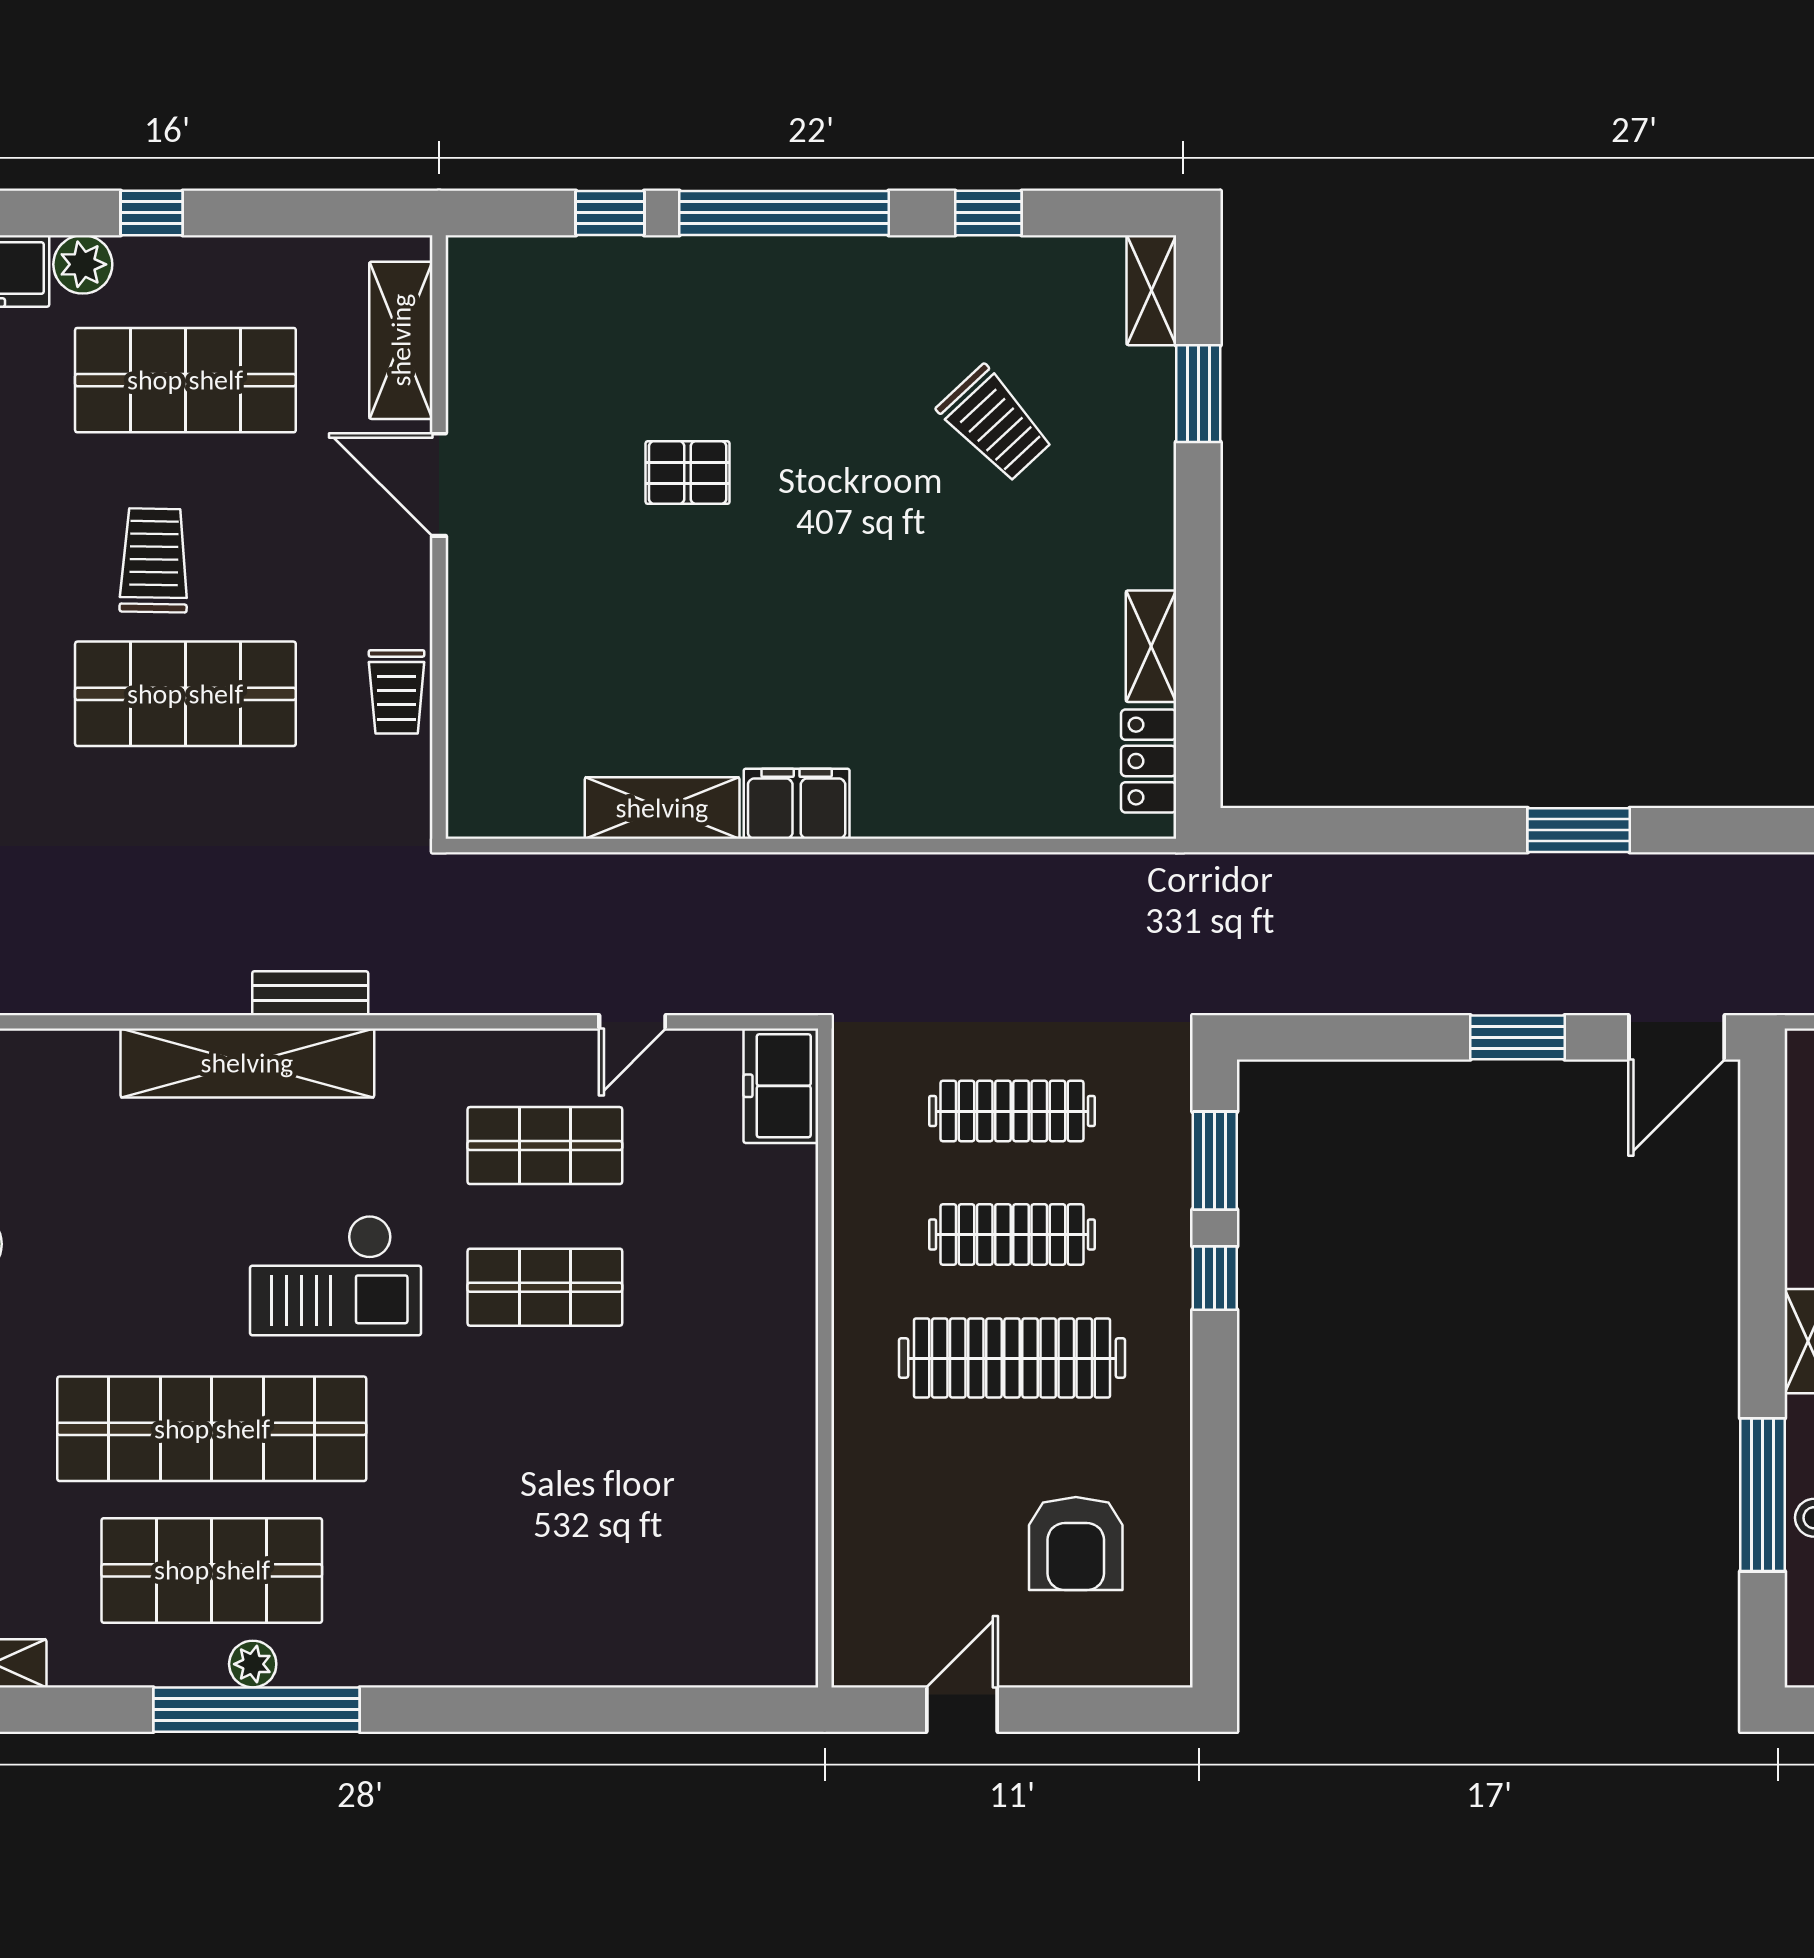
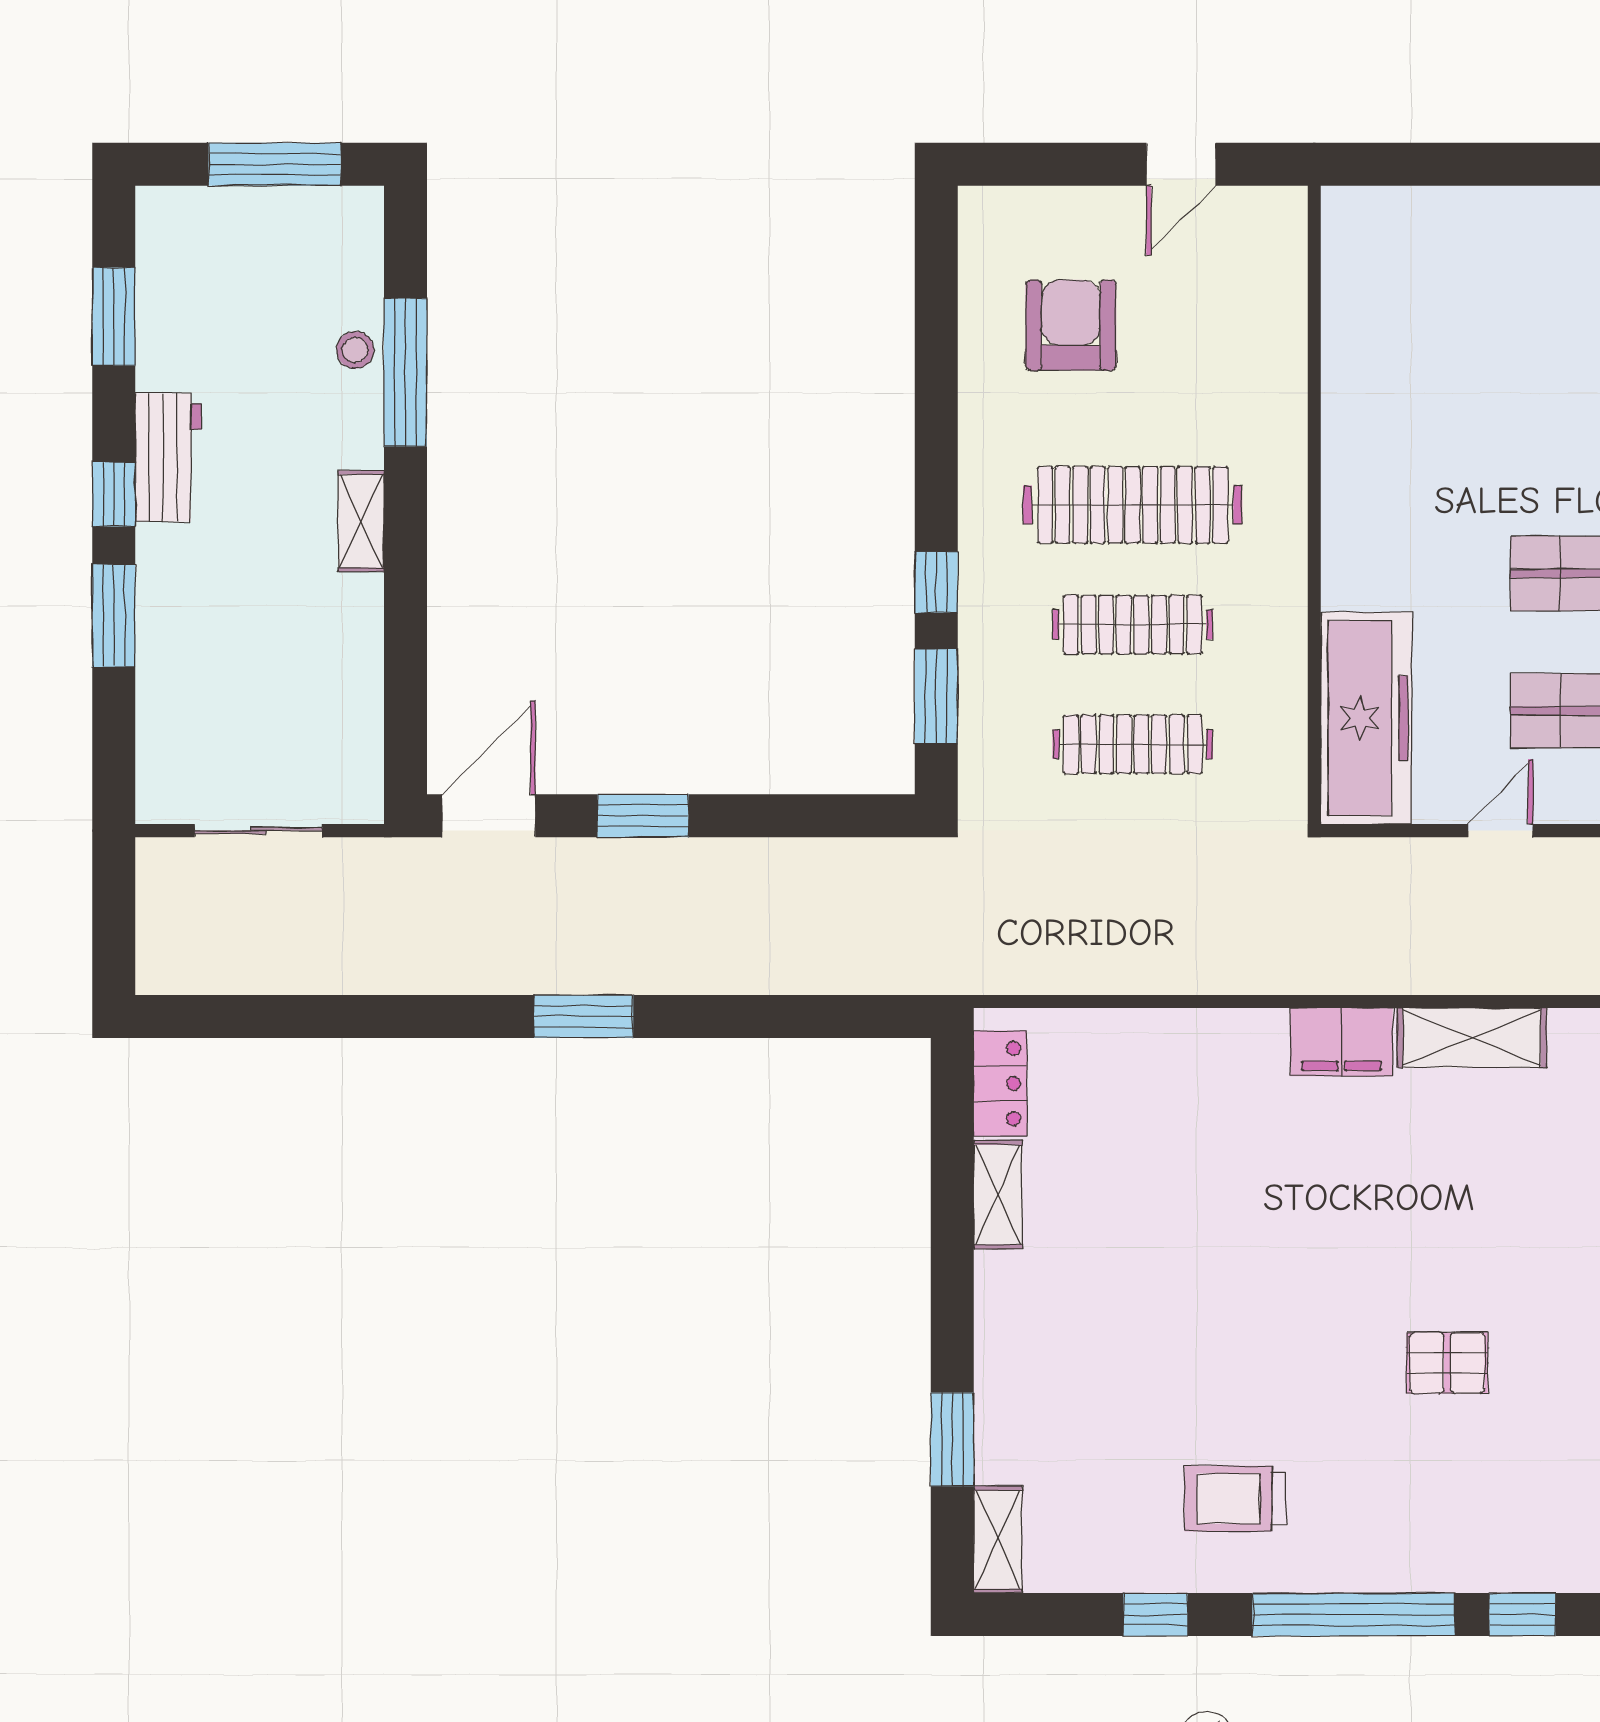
trolley: (995, 424) -> (1235, 1499), moved, turned -47
freezer: (781, 1086) -> (1366, 718), width x1.91, depth x1.26

